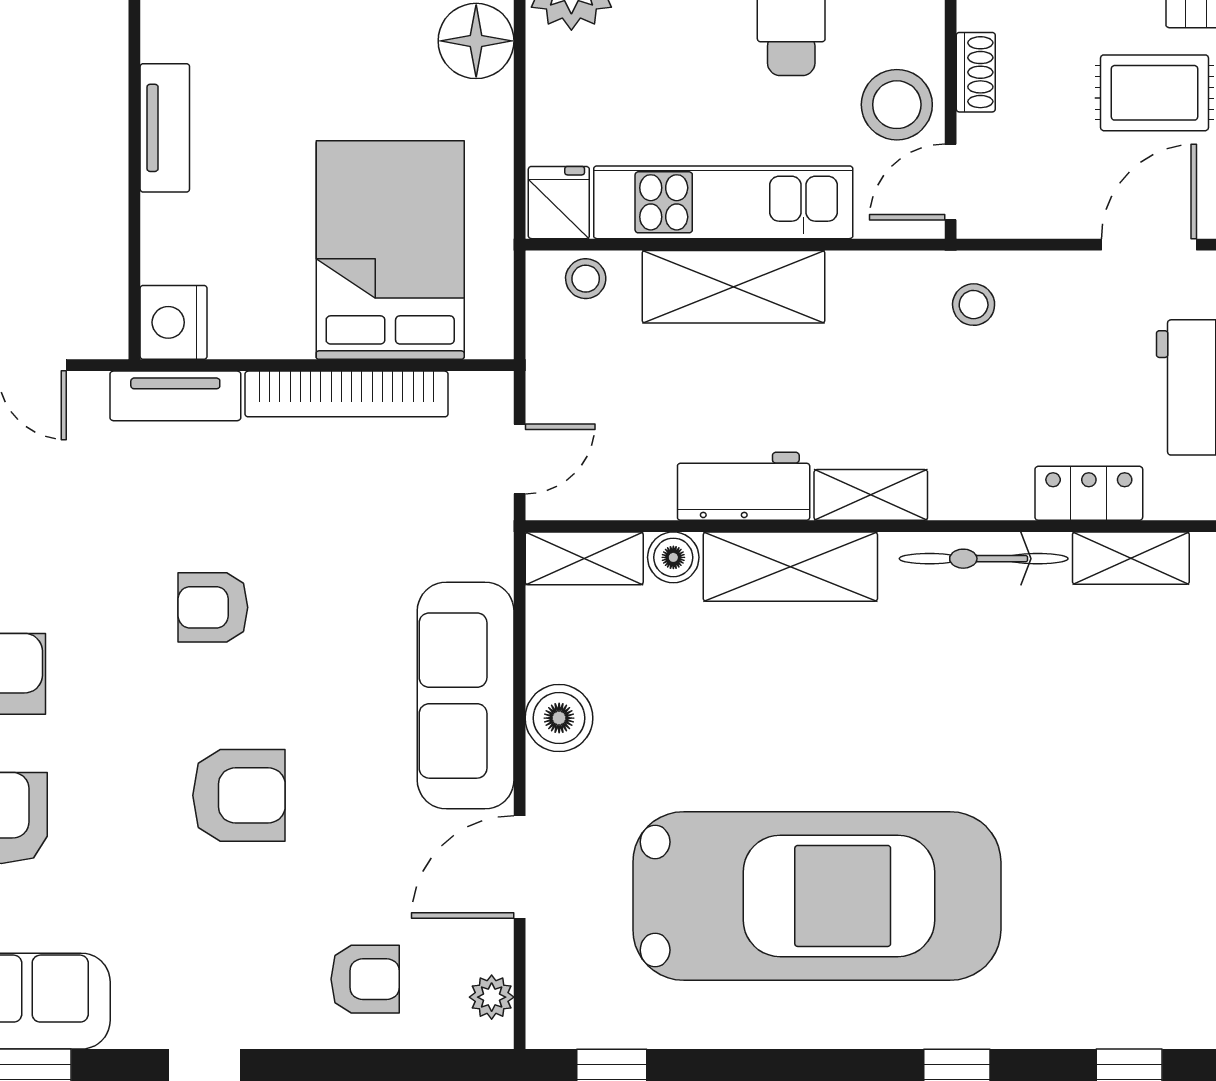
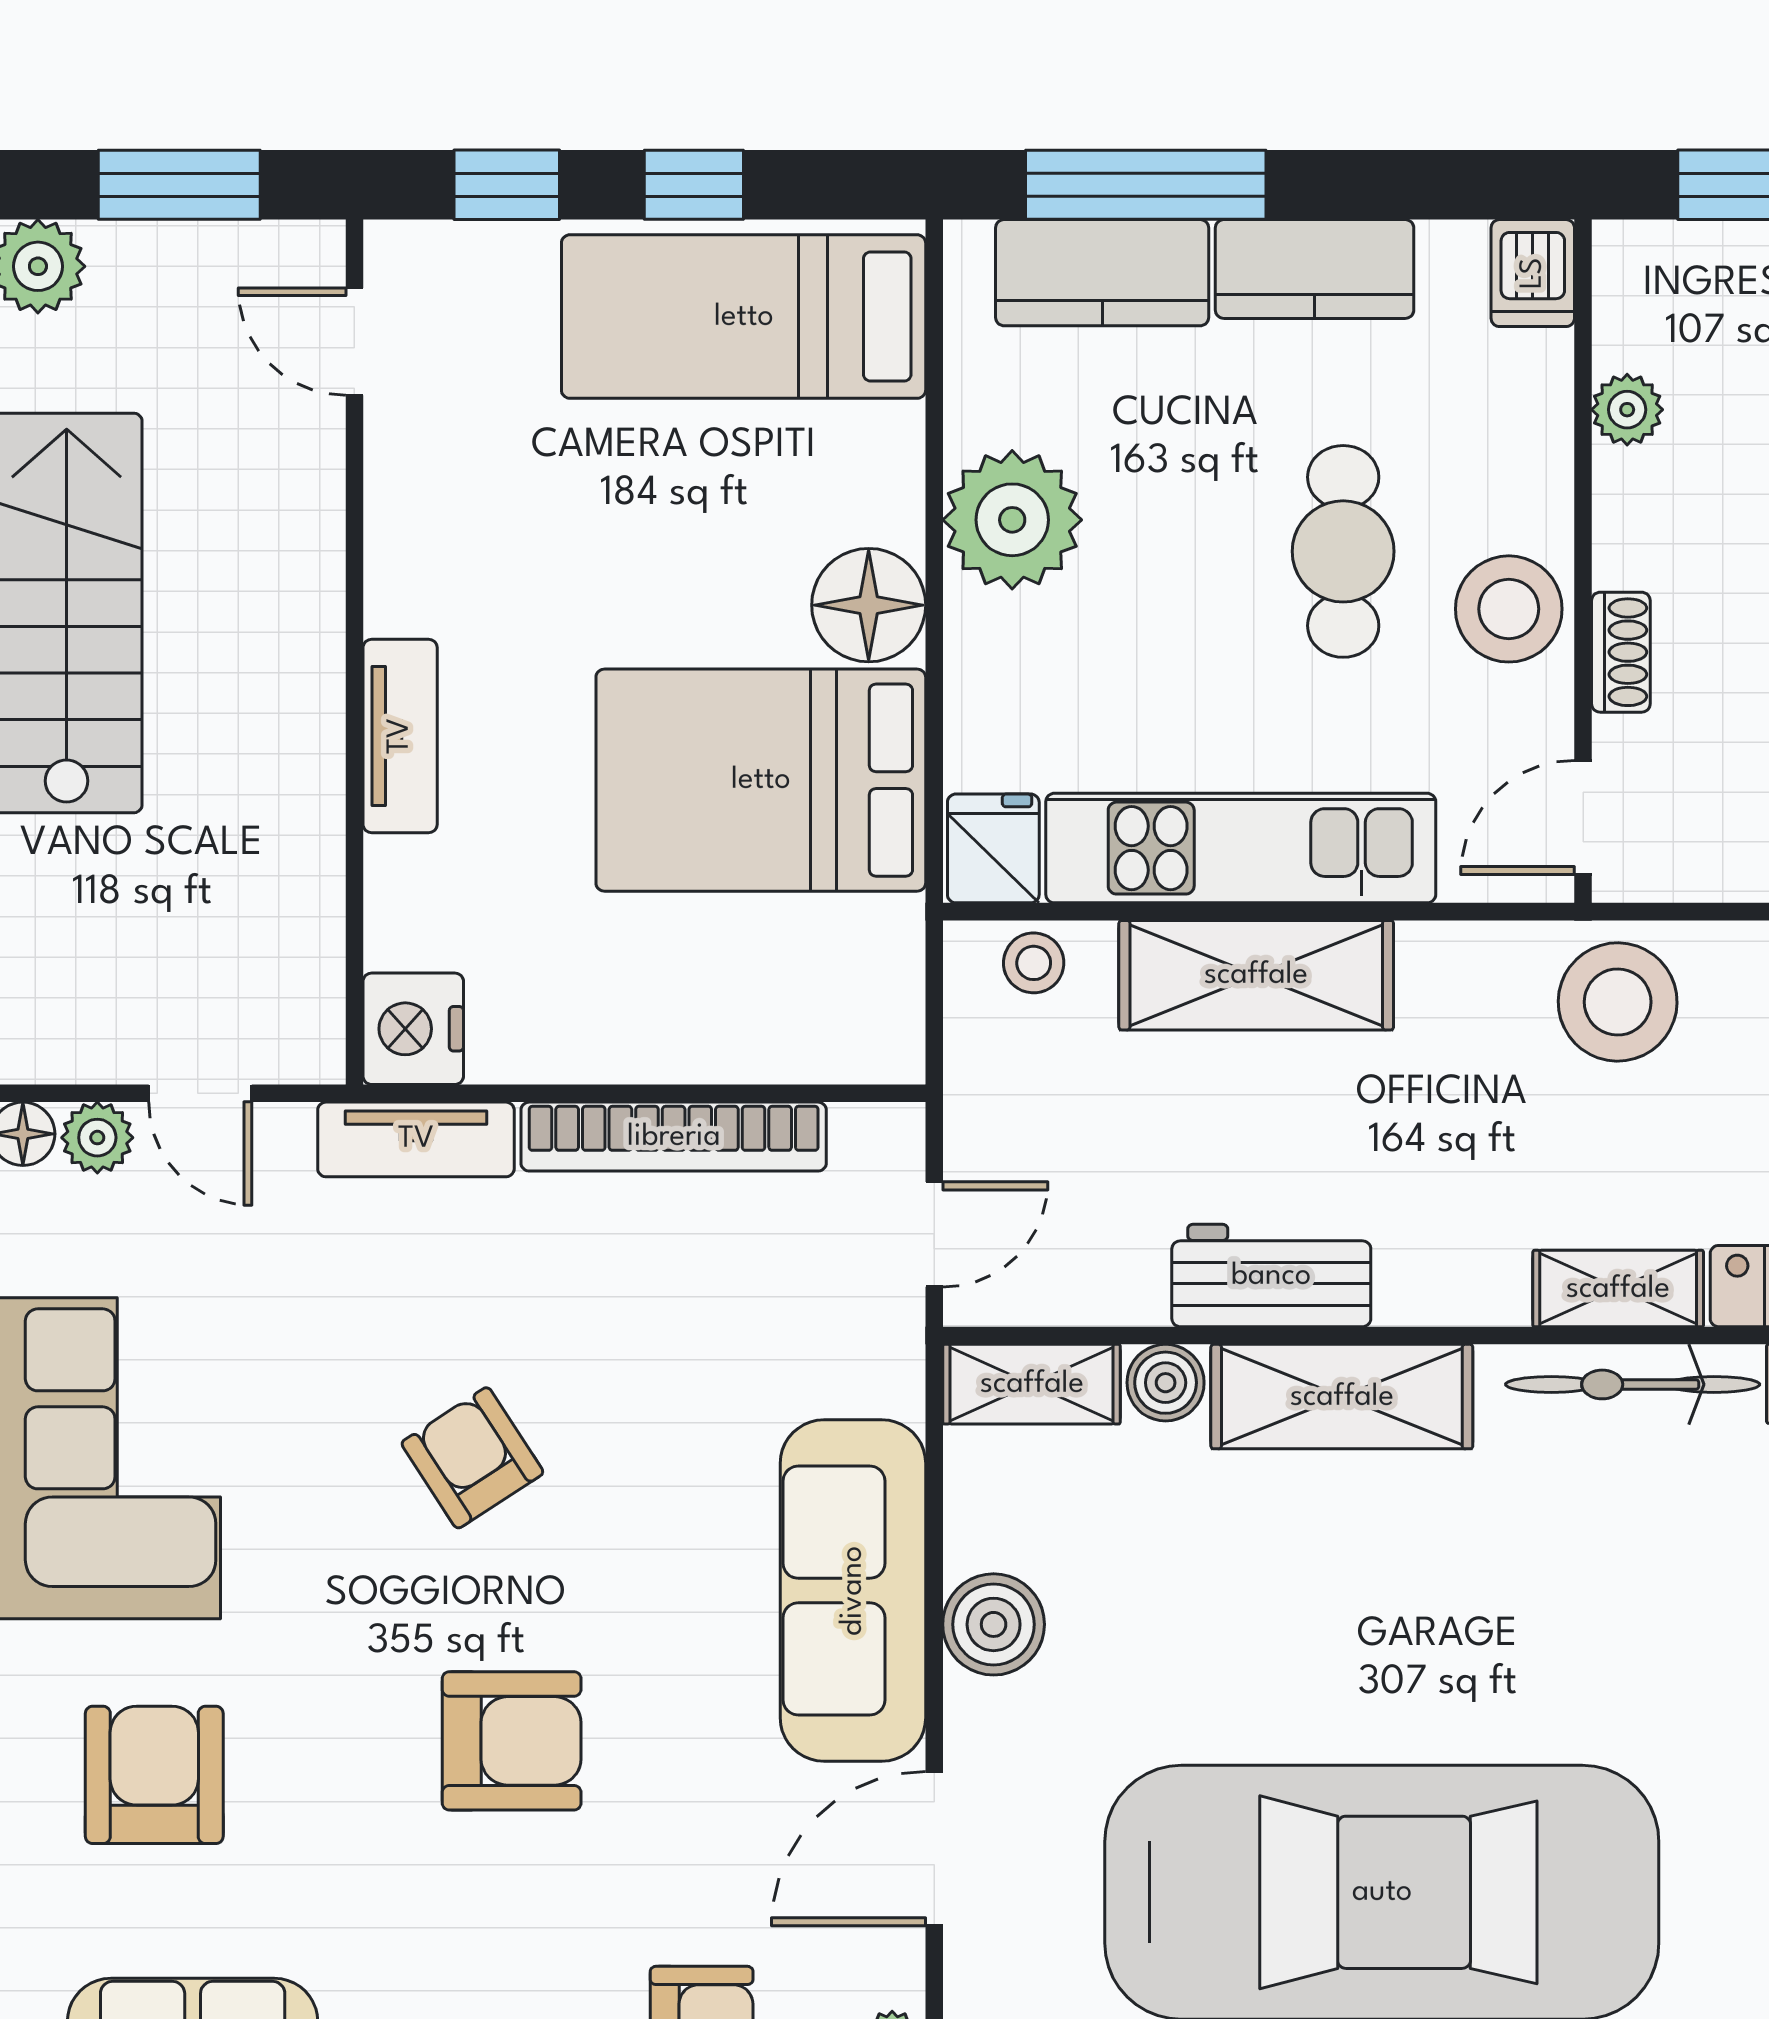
stool: (897, 105) -> (1509, 609), moved
bed: (390, 250) -> (761, 780), moved, turned -90
stool: (974, 305) -> (1618, 1002), width x1.89, depth x1.89
shelving: (871, 495) -> (1618, 1289), moved
armchair: (213, 607) -> (472, 1458), turned 57

